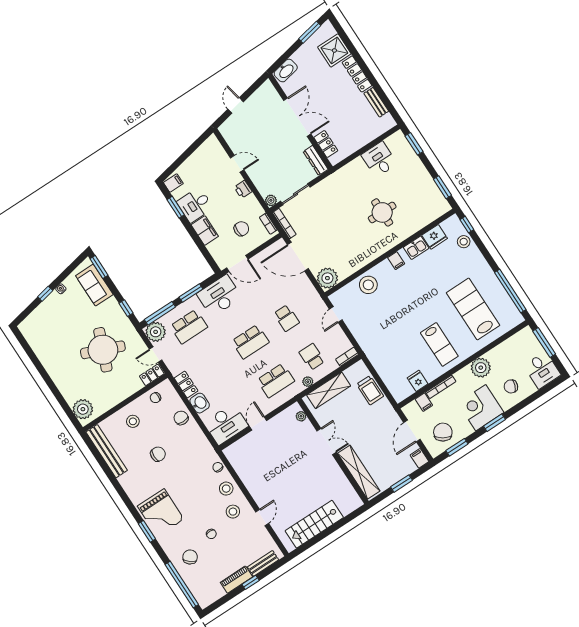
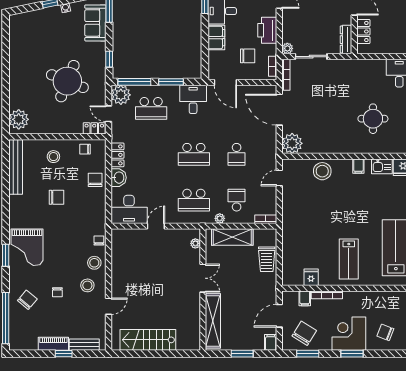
printer: (243, 189) -> (267, 30), width x1.87, depth x1.48
desk: (219, 296) -> (193, 99), width x0.73
plant: (481, 368) -> (371, 301), removed

